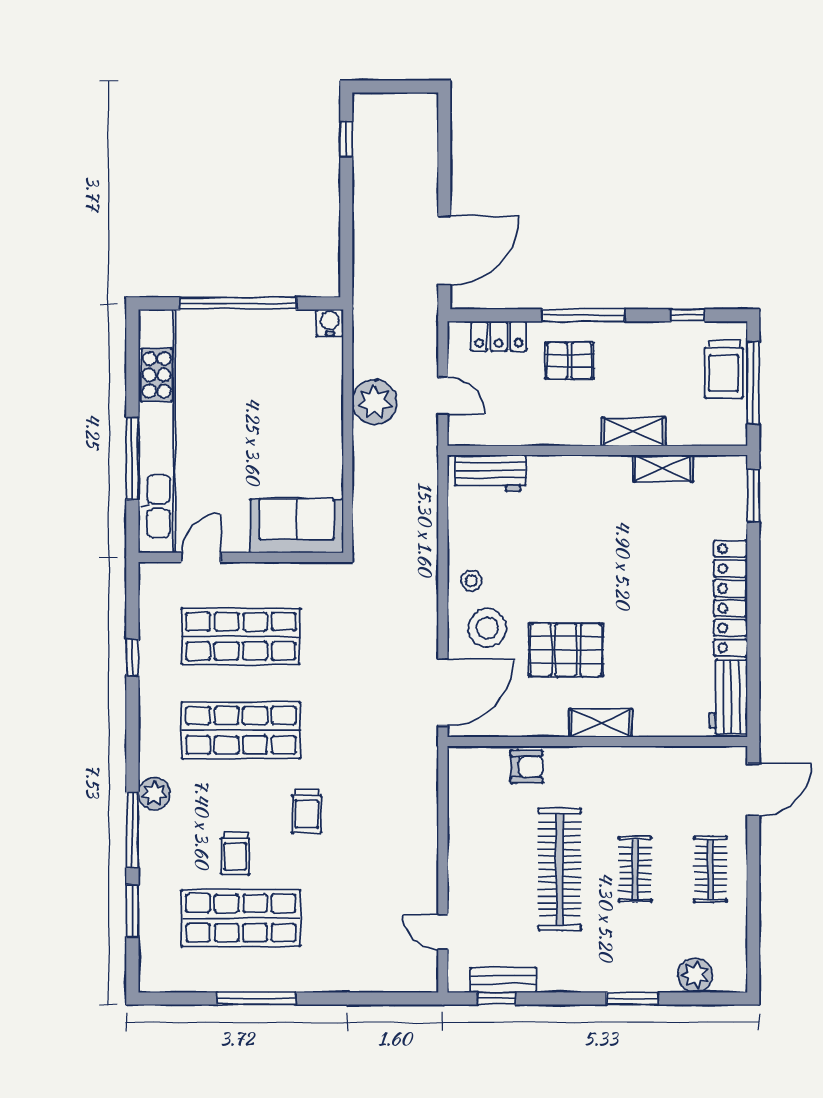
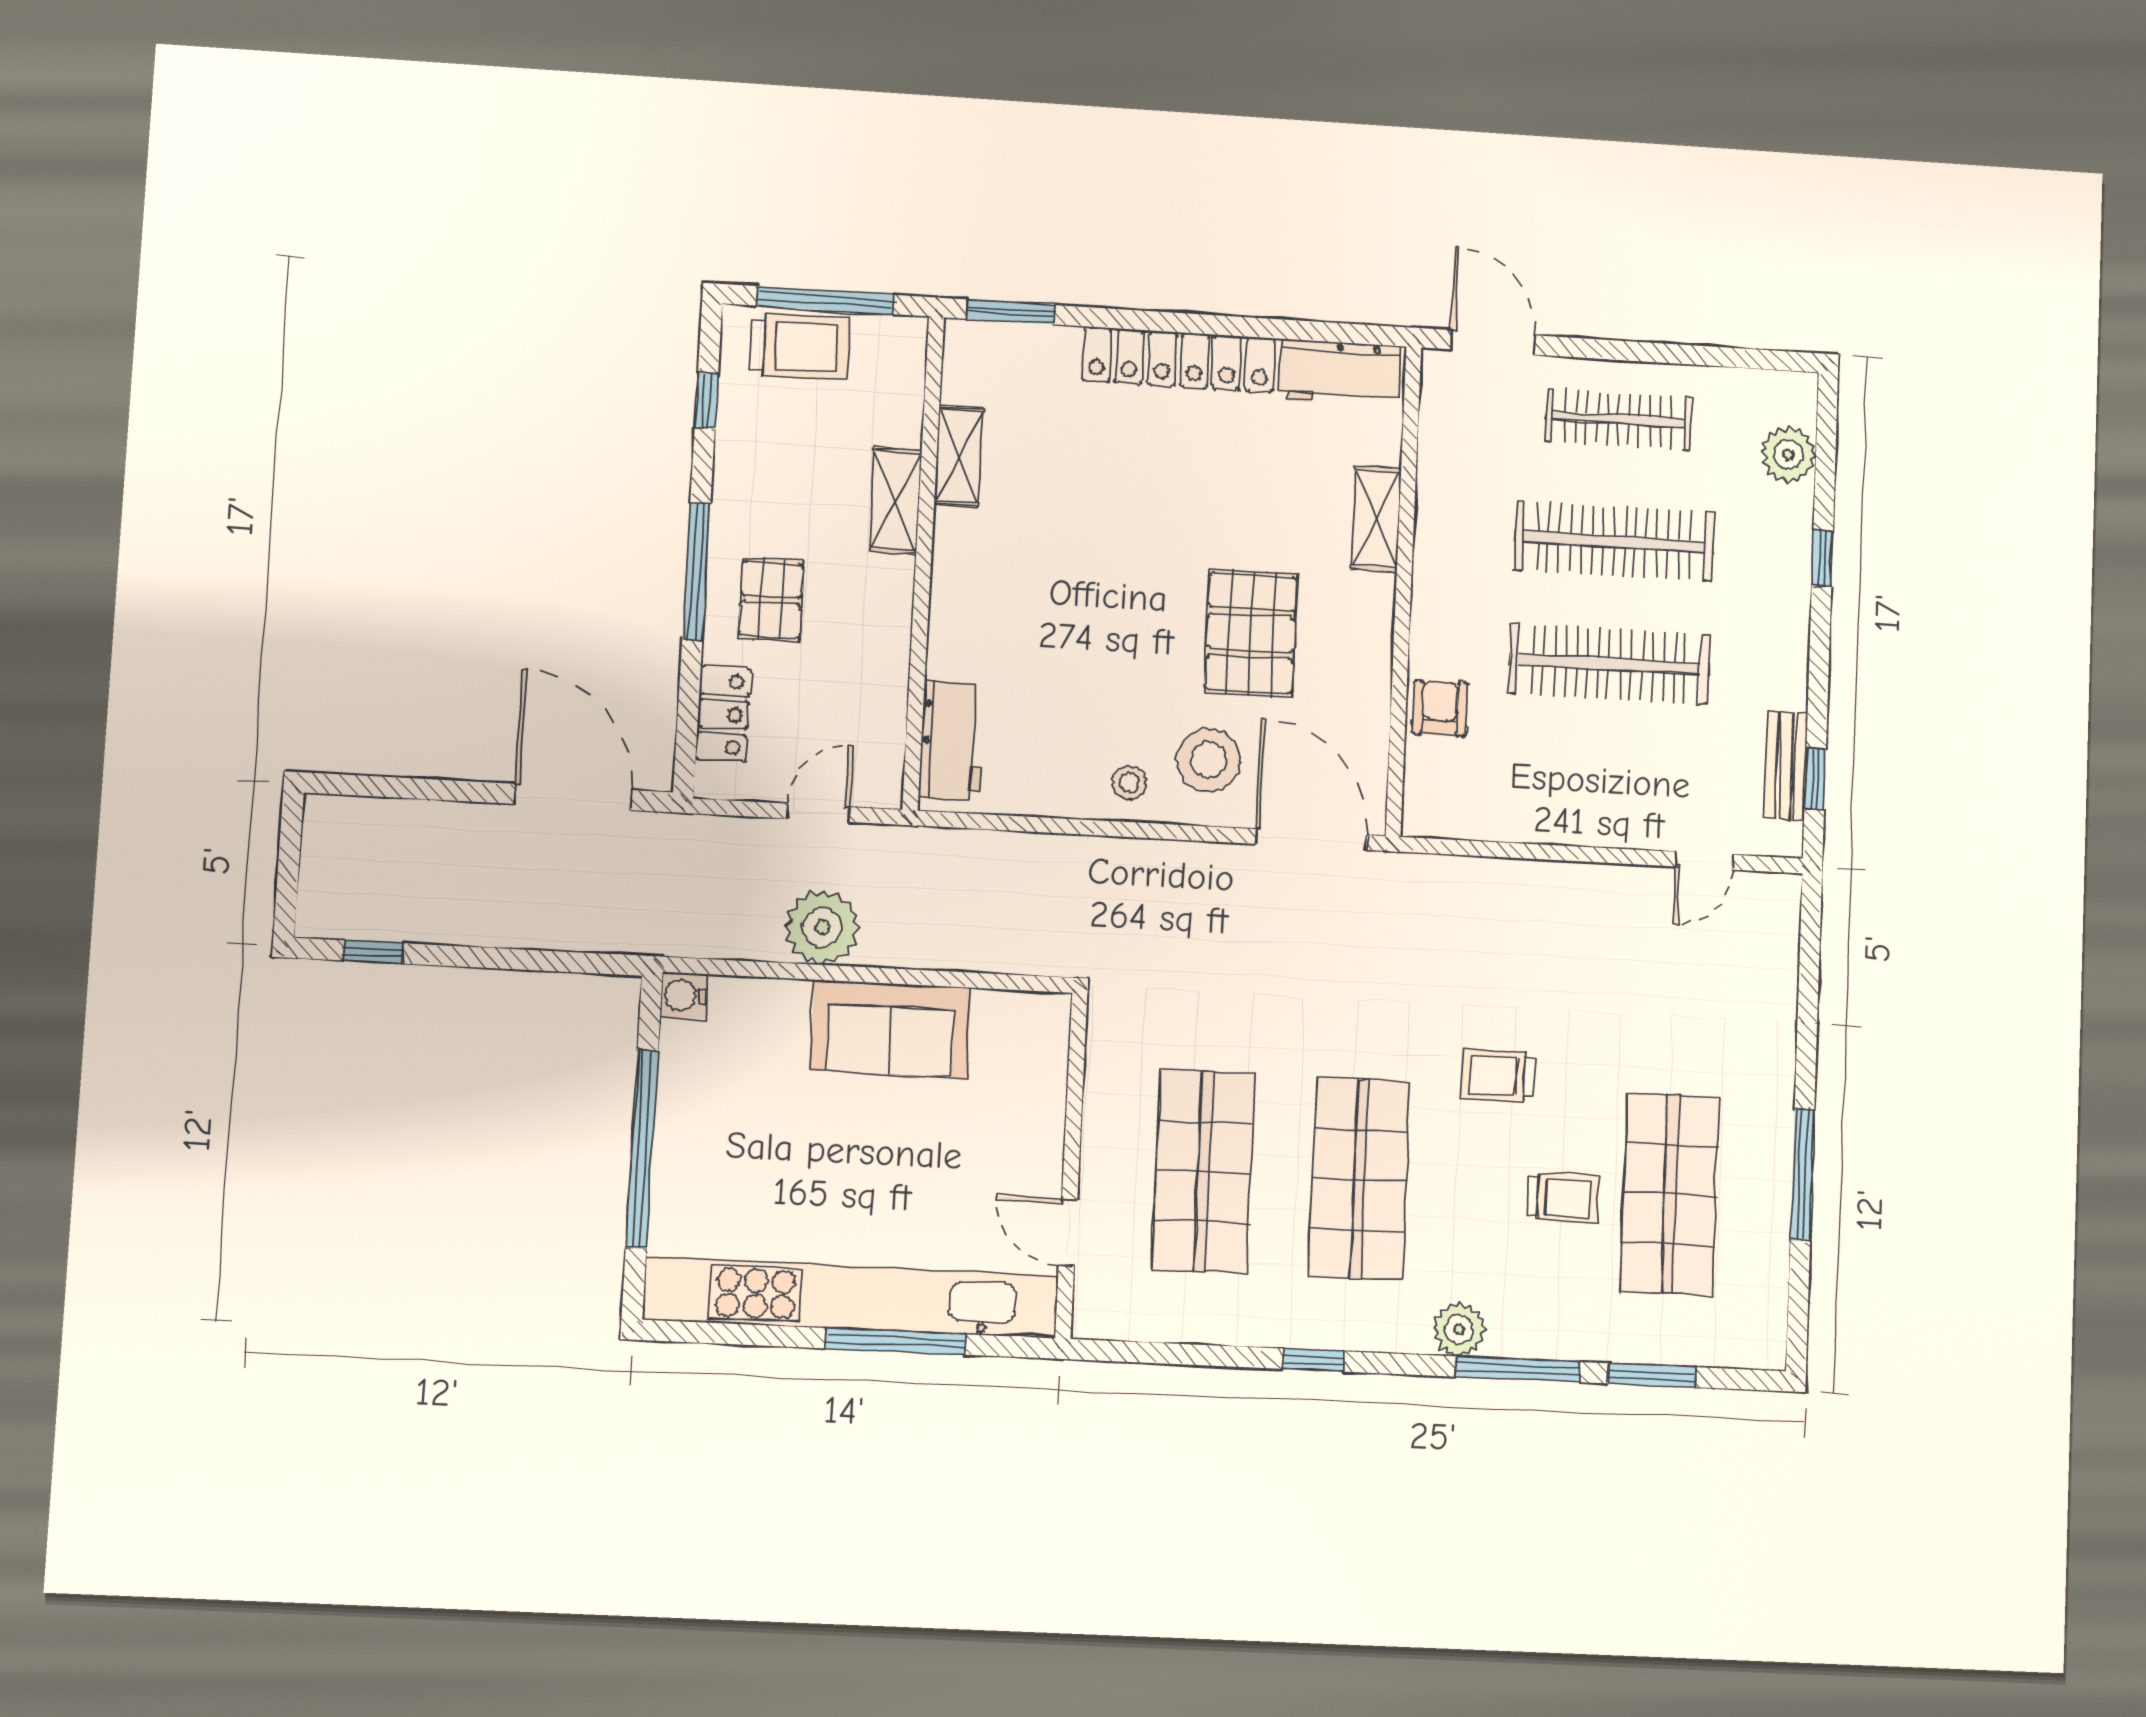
sofa: (297, 526) -> (891, 1029), moved, turned -90
window: (132, 658) -> (1314, 1360), moved
shelving: (600, 723) -> (1376, 519), moved
trolley: (307, 811) -> (1498, 1076), turned 180
clothes rail: (635, 869) -> (1614, 541), width x1.86, depth x1.31
clothes rail: (710, 869) -> (1618, 419), width x1.36
window: (632, 998) -> (1822, 558), width x0.67

